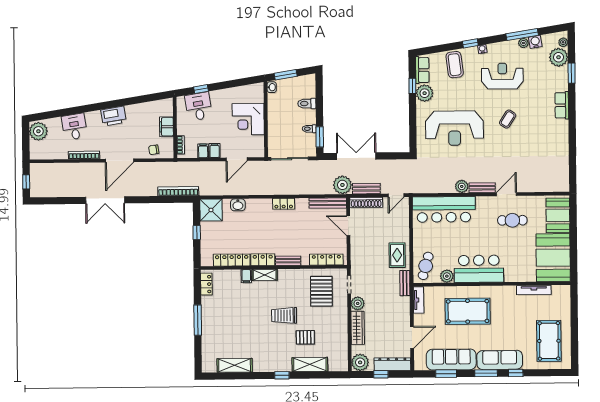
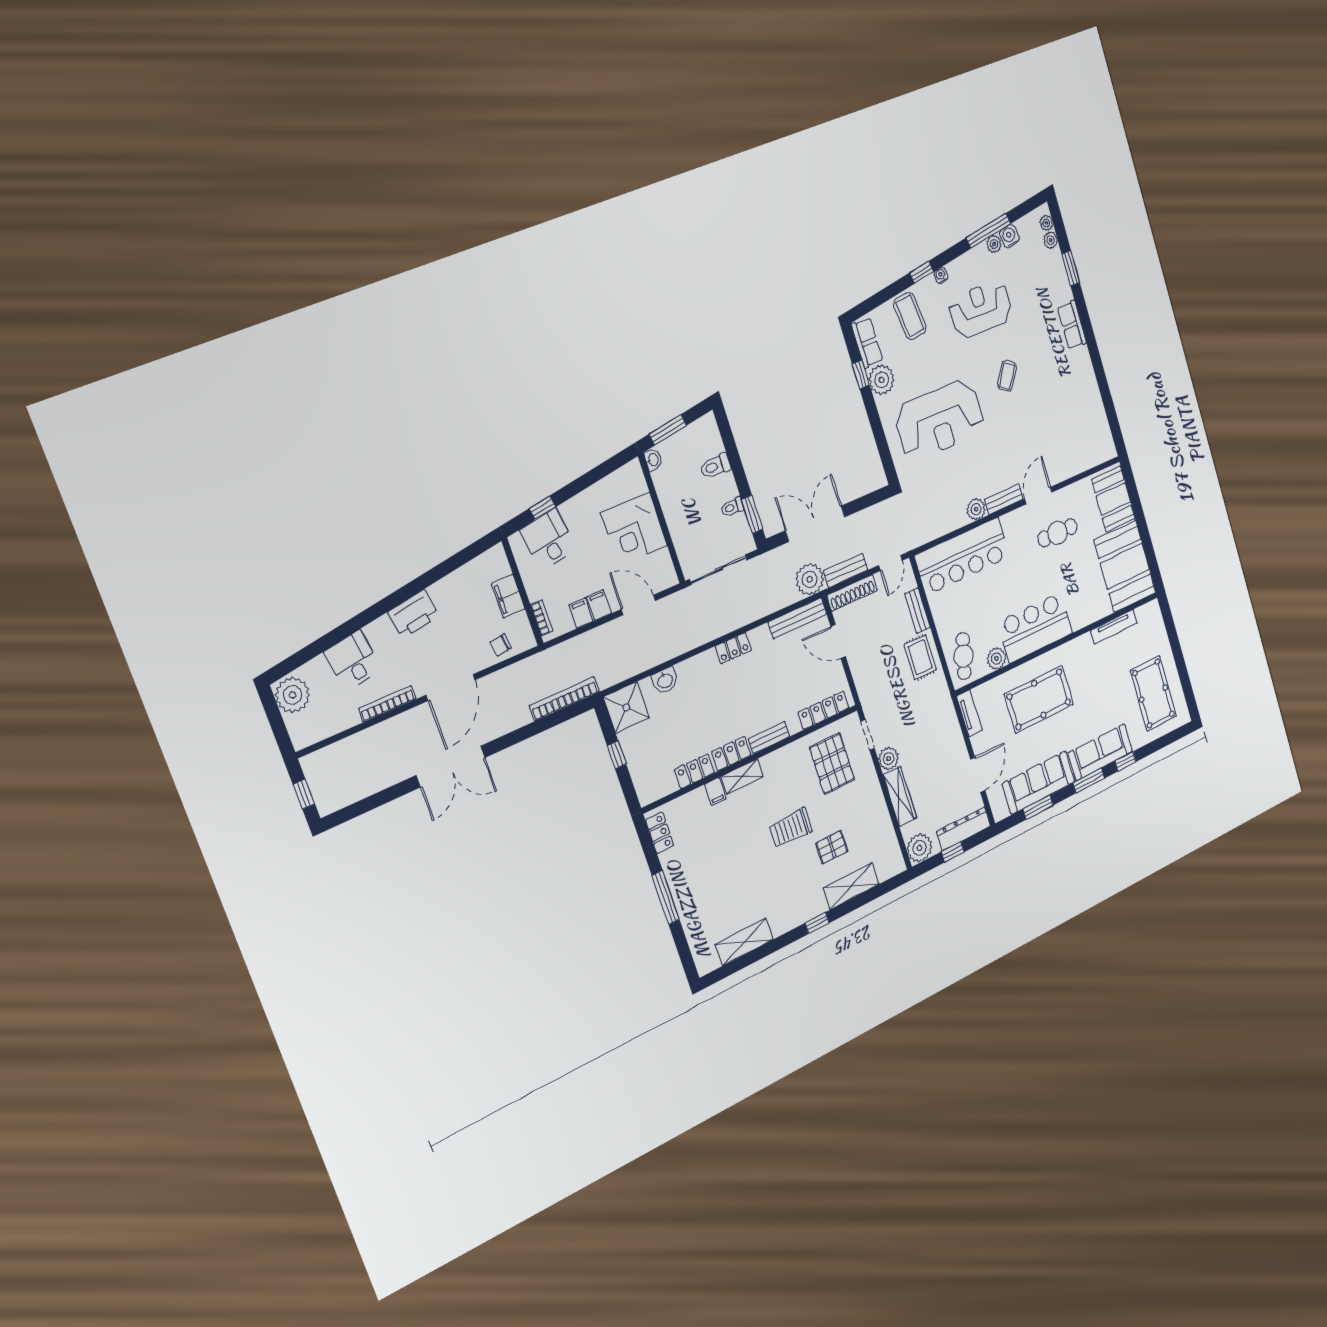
plant: (559, 57) -> (1051, 240), width x0.53, depth x0.53
door: (237, 159) -> (638, 605), swing flipped
locker: (232, 260) -> (694, 771), width x0.66
bench: (405, 283) -> (918, 611), moved

